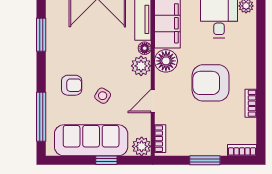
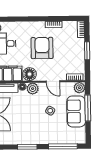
window: (41, 35) -> (27, 147), moved
armchair: (211, 83) -> (42, 48), turned 180
armchair: (72, 85) -> (44, 129), removed
sofa: (91, 140) -> (76, 111), width x0.73
window: (106, 160) -> (88, 108), width x2.17

